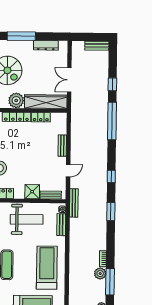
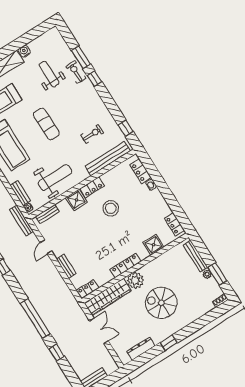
window: (21, 36) -> (169, 343), width x0.46
locker: (41, 117) -> (87, 289), moved
shower: (32, 192) -> (76, 200), moved
weight bench: (27, 219) -> (55, 177), turned 180

